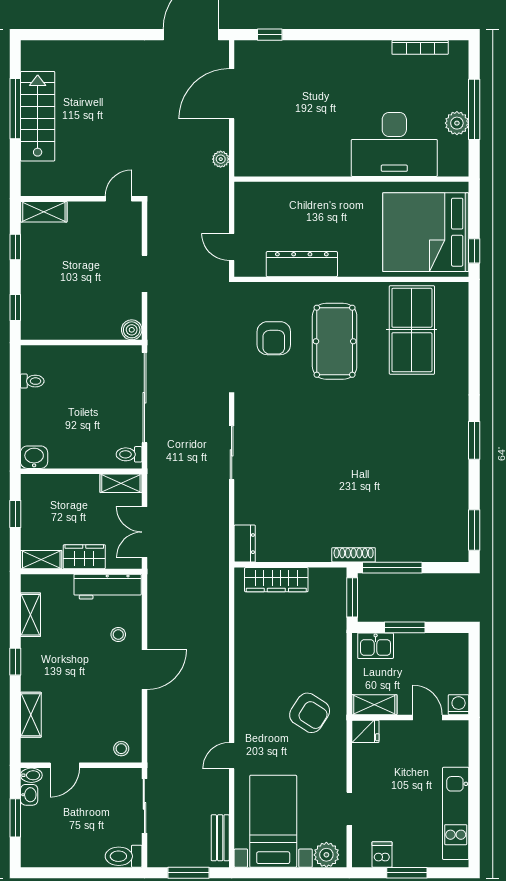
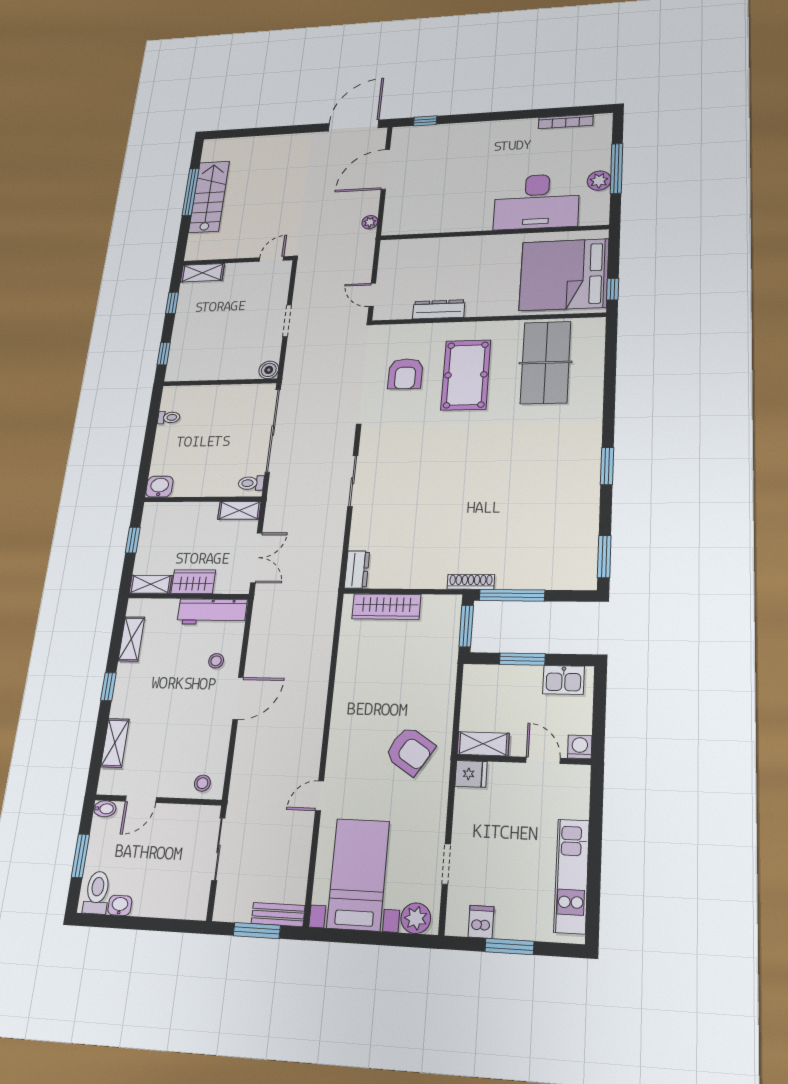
dresser: (302, 264) -> (439, 309), width x0.73, depth x0.80
double door: (144, 532) -> (256, 558), swing flipped
kitchen sink: (376, 646) -> (563, 680), moved
washbasin: (29, 795) -> (120, 905), moved, turned -90
bench: (220, 838) -> (278, 915), moved, turned 90
toilet: (124, 856) -> (97, 893), moved, turned 90

